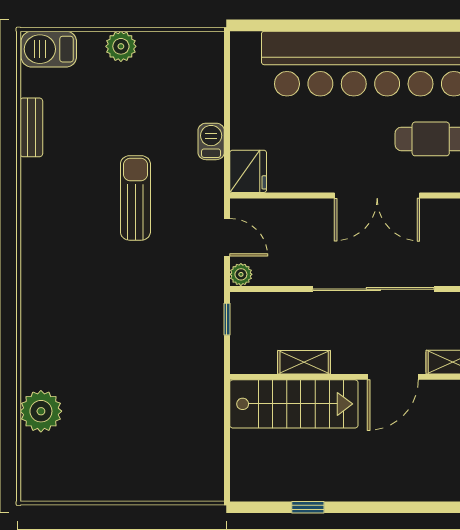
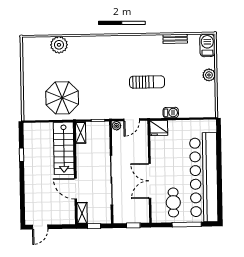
shelving: (304, 362) -> (81, 133), moved
parasol: (171, 406) -> (62, 98), added

